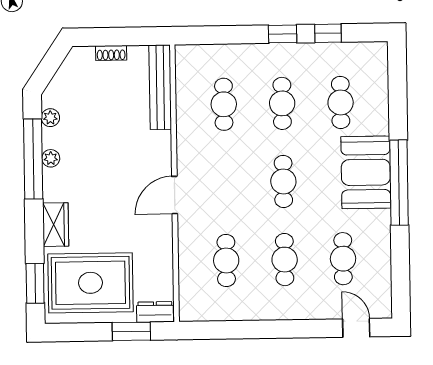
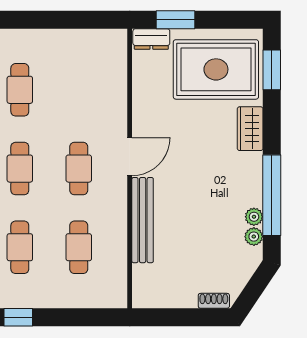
shoe rack: (111, 53) -> (214, 301), moved
bench: (160, 87) -> (143, 220), moved
plant: (51, 158) -> (254, 217), moved
cafe table: (226, 260) -> (79, 169), moved

